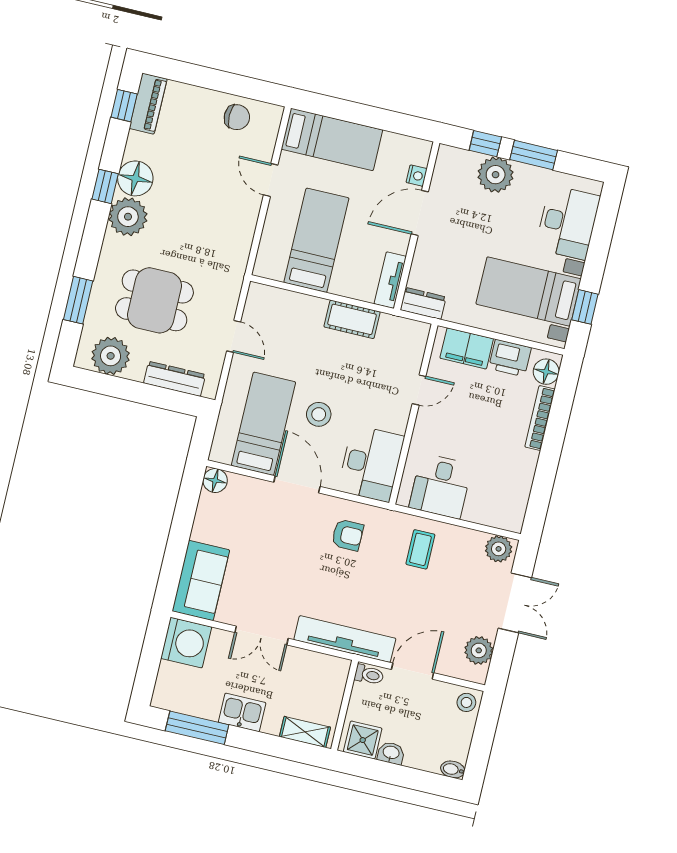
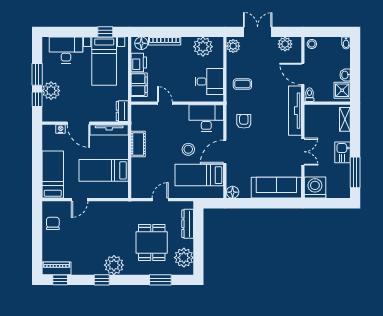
floor lamp: (135, 178) -> (94, 266), removed
tv unit: (390, 280) -> (109, 130), width x1.41
plant: (511, 490) -> (203, 47), added
sofa: (201, 581) -> (276, 188), width x1.36

